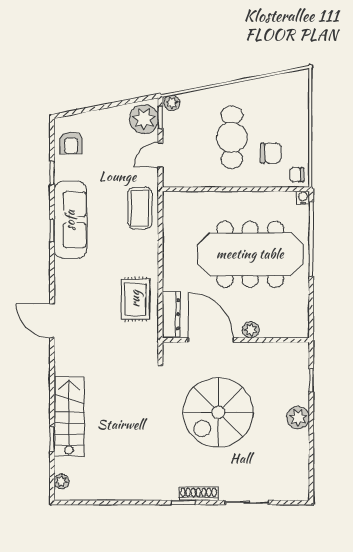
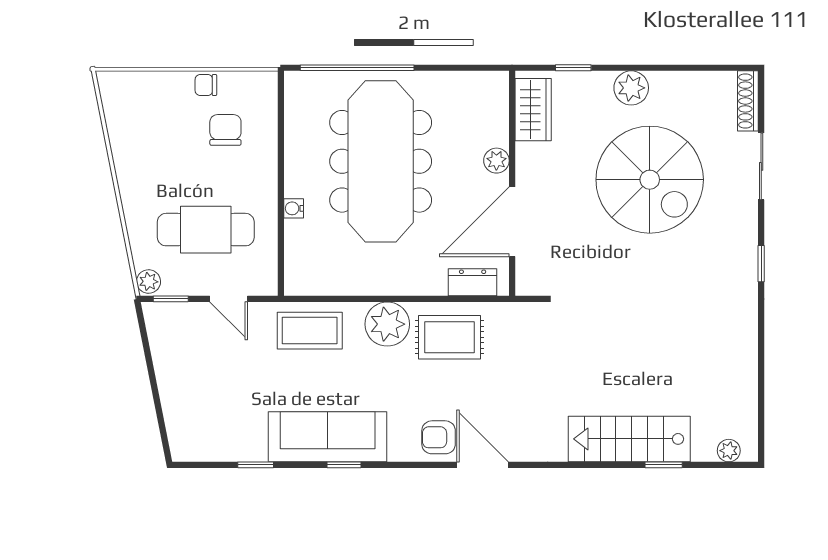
plant: (144, 119) -> (387, 324), moved
cafe table: (232, 137) -> (206, 230), moved
armchair: (71, 143) -> (439, 437), moved, turned 180
chair: (297, 175) -> (206, 85), moved, turned 90
water cooler: (303, 198) -> (294, 208), moved
dresser: (171, 314) -> (473, 282), width x0.70
door: (52, 321) -> (482, 465), swing flipped
wardrobe: (284, 354) -> (533, 110), added
spiral stairs: (218, 412) -> (650, 180), moved
shoe rack: (198, 494) -> (748, 101), moved

